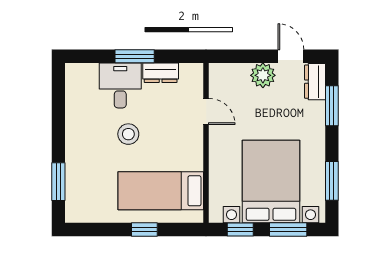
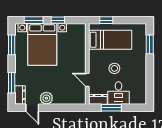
door: (206, 111) -> (87, 80), moved
wall: (206, 143) -> (87, 64), moved
bed: (161, 191) -> (110, 40), moved

